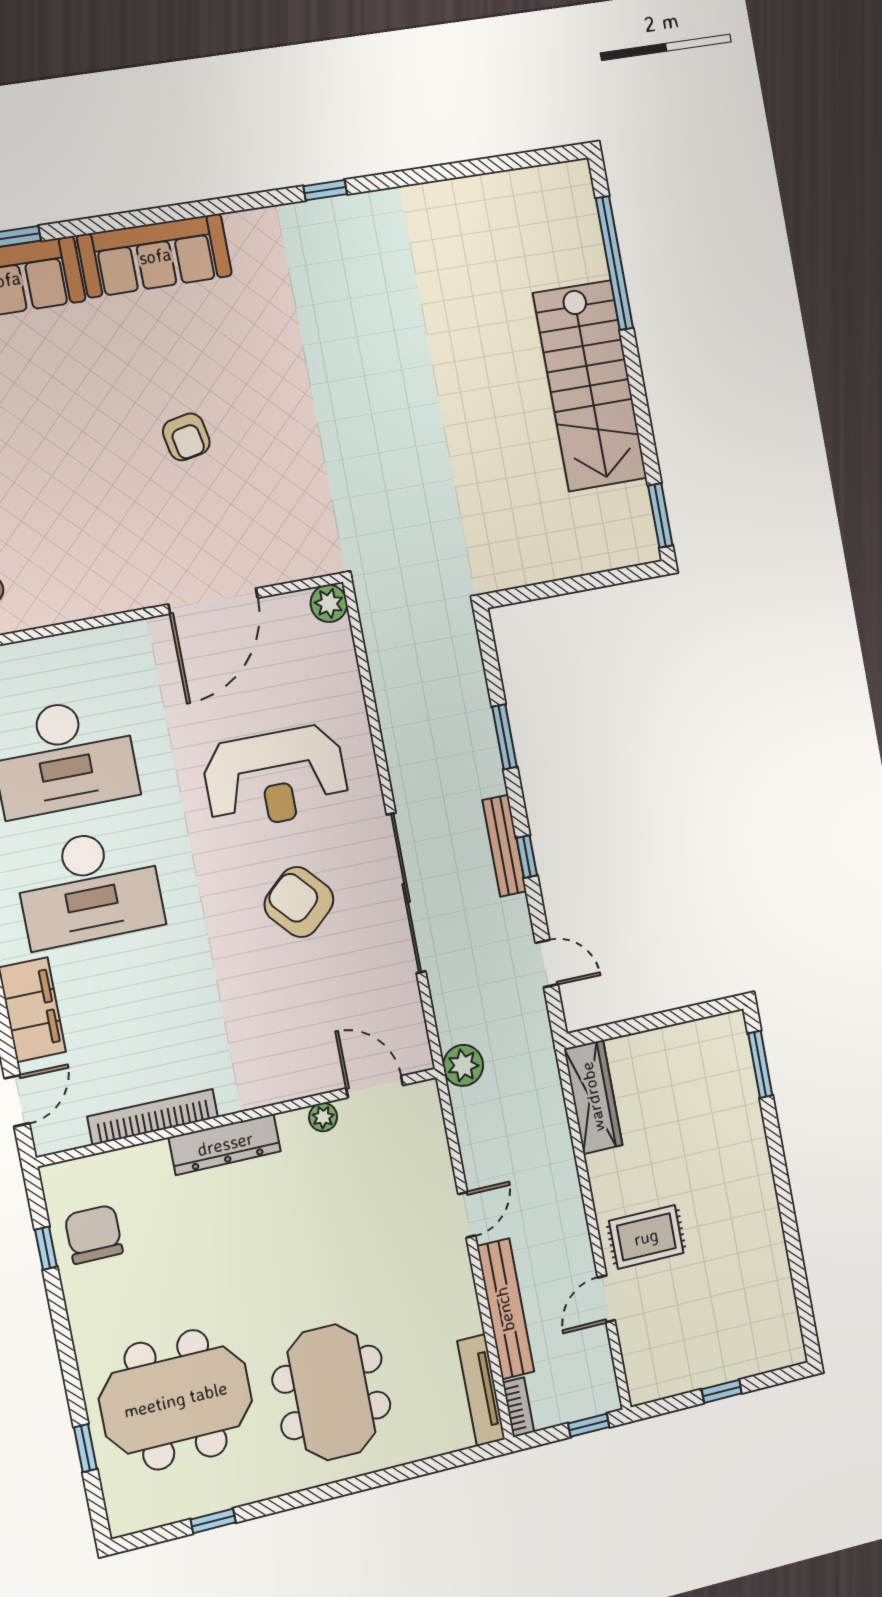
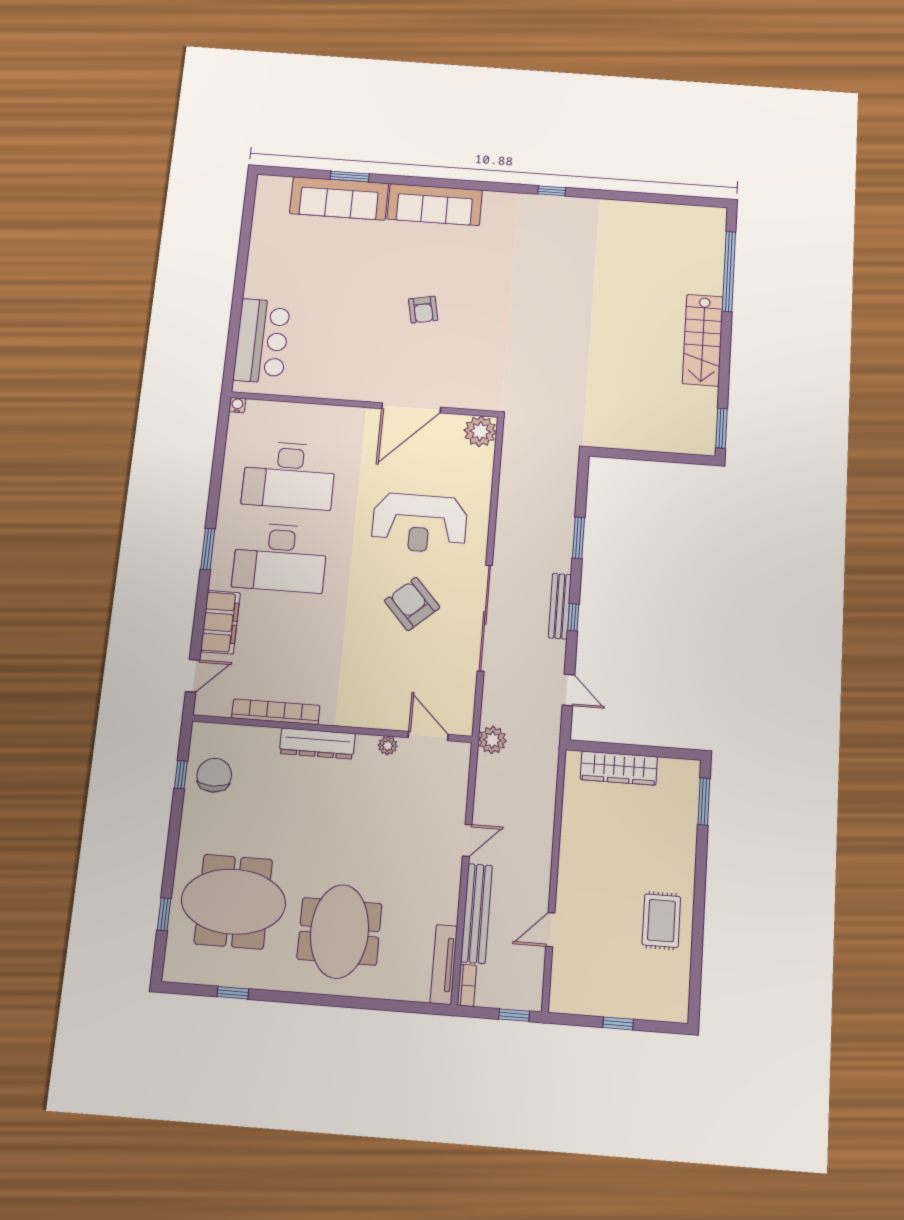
stairs: (590, 386) -> (703, 340), width x0.73, depth x0.66
plant: (329, 603) -> (480, 431), width x1.36, depth x1.36
wardrobe: (593, 1097) -> (619, 768), moved, turned 90
rug: (646, 1237) -> (661, 921), moved, turned 90

